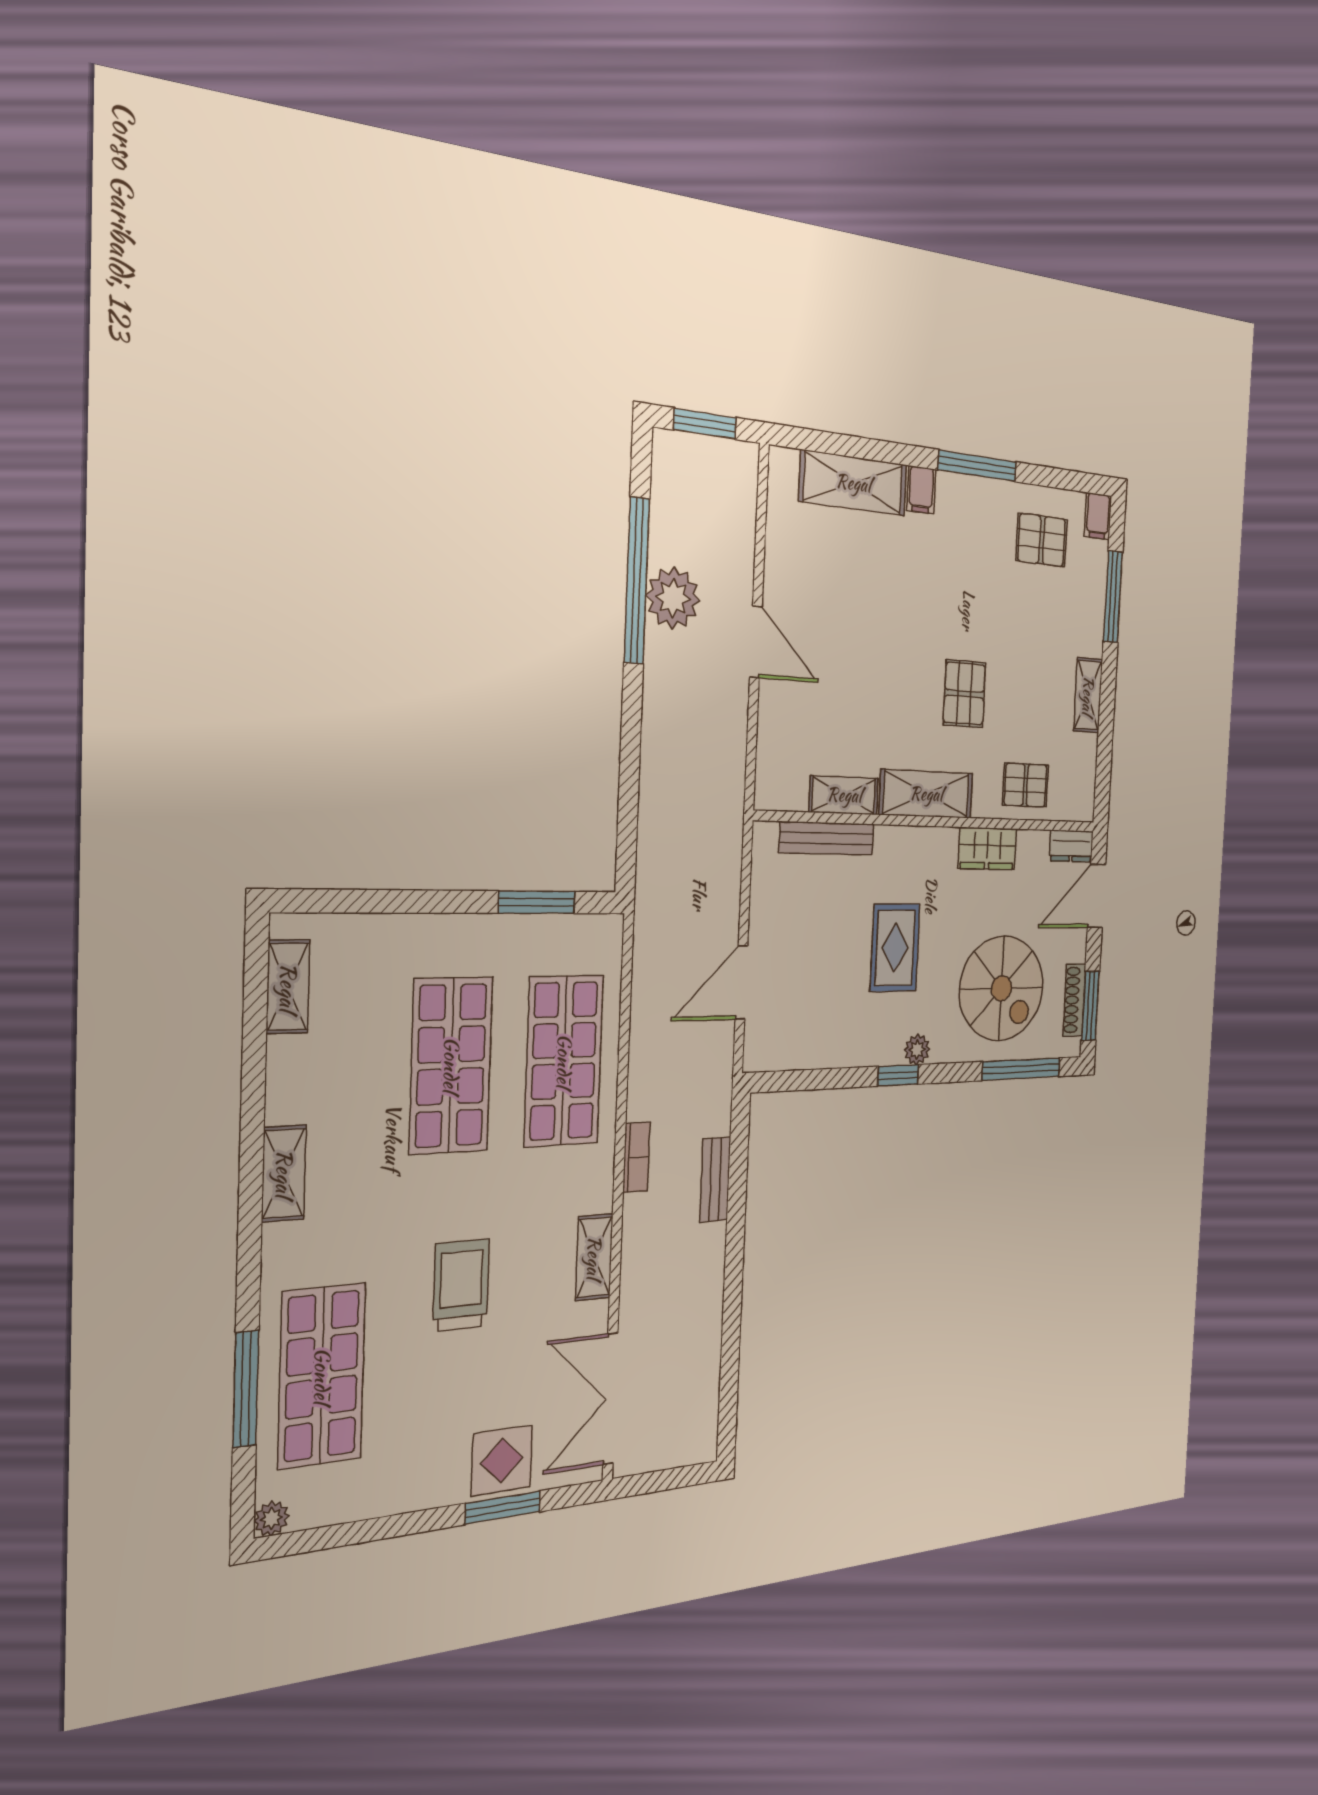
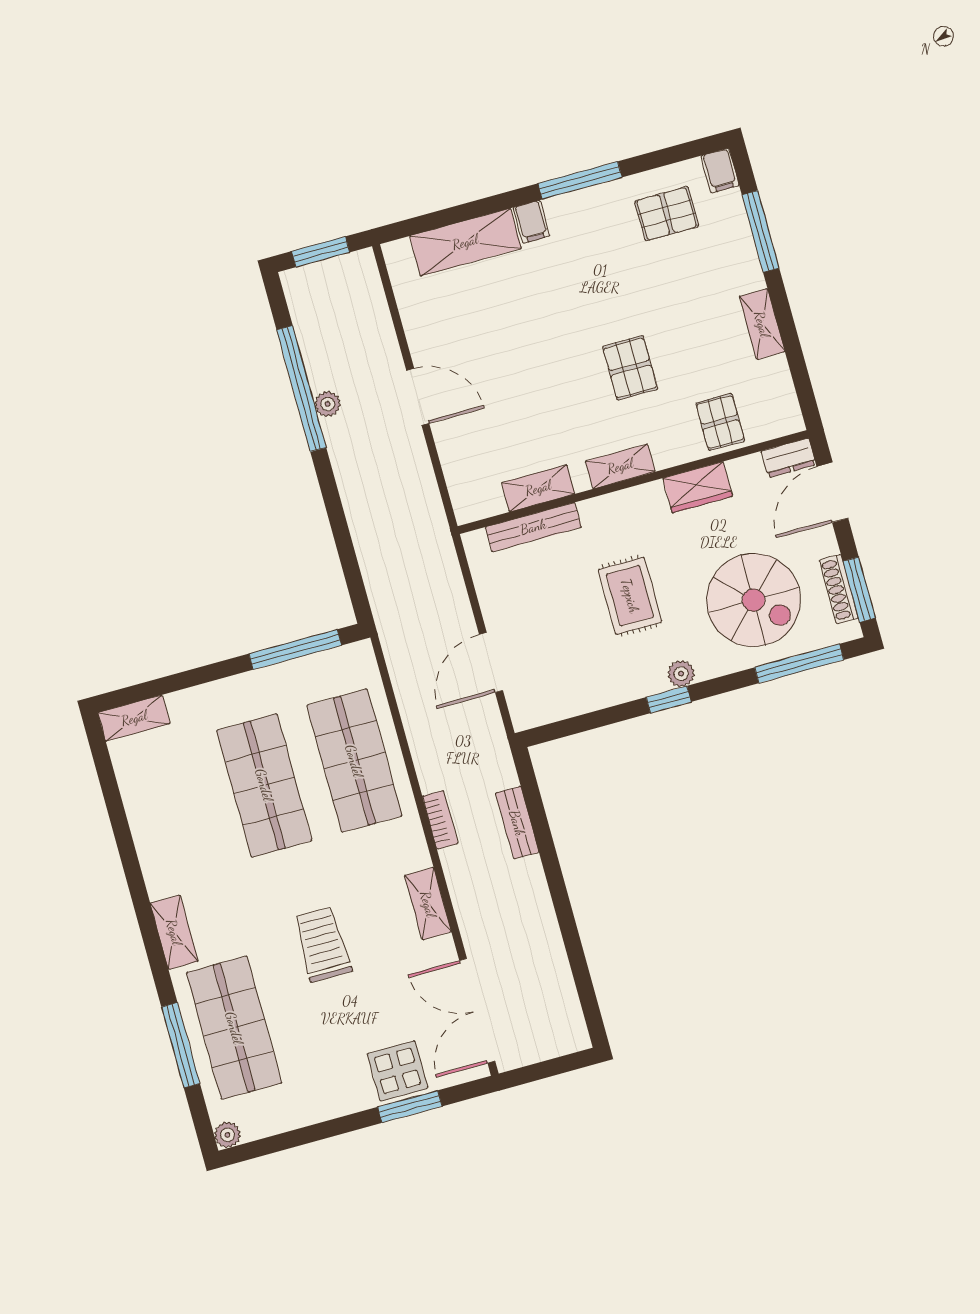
plant: (673, 598) -> (328, 404), width x0.53, depth x0.53
pallet: (1026, 785) -> (720, 422), turned 90
shelving: (926, 794) -> (620, 466), width x0.67, depth x0.75
window: (537, 902) -> (295, 650), width x1.44
shelving: (288, 987) -> (134, 718), moved, turned 90
shelving: (284, 1173) -> (174, 932), moved

